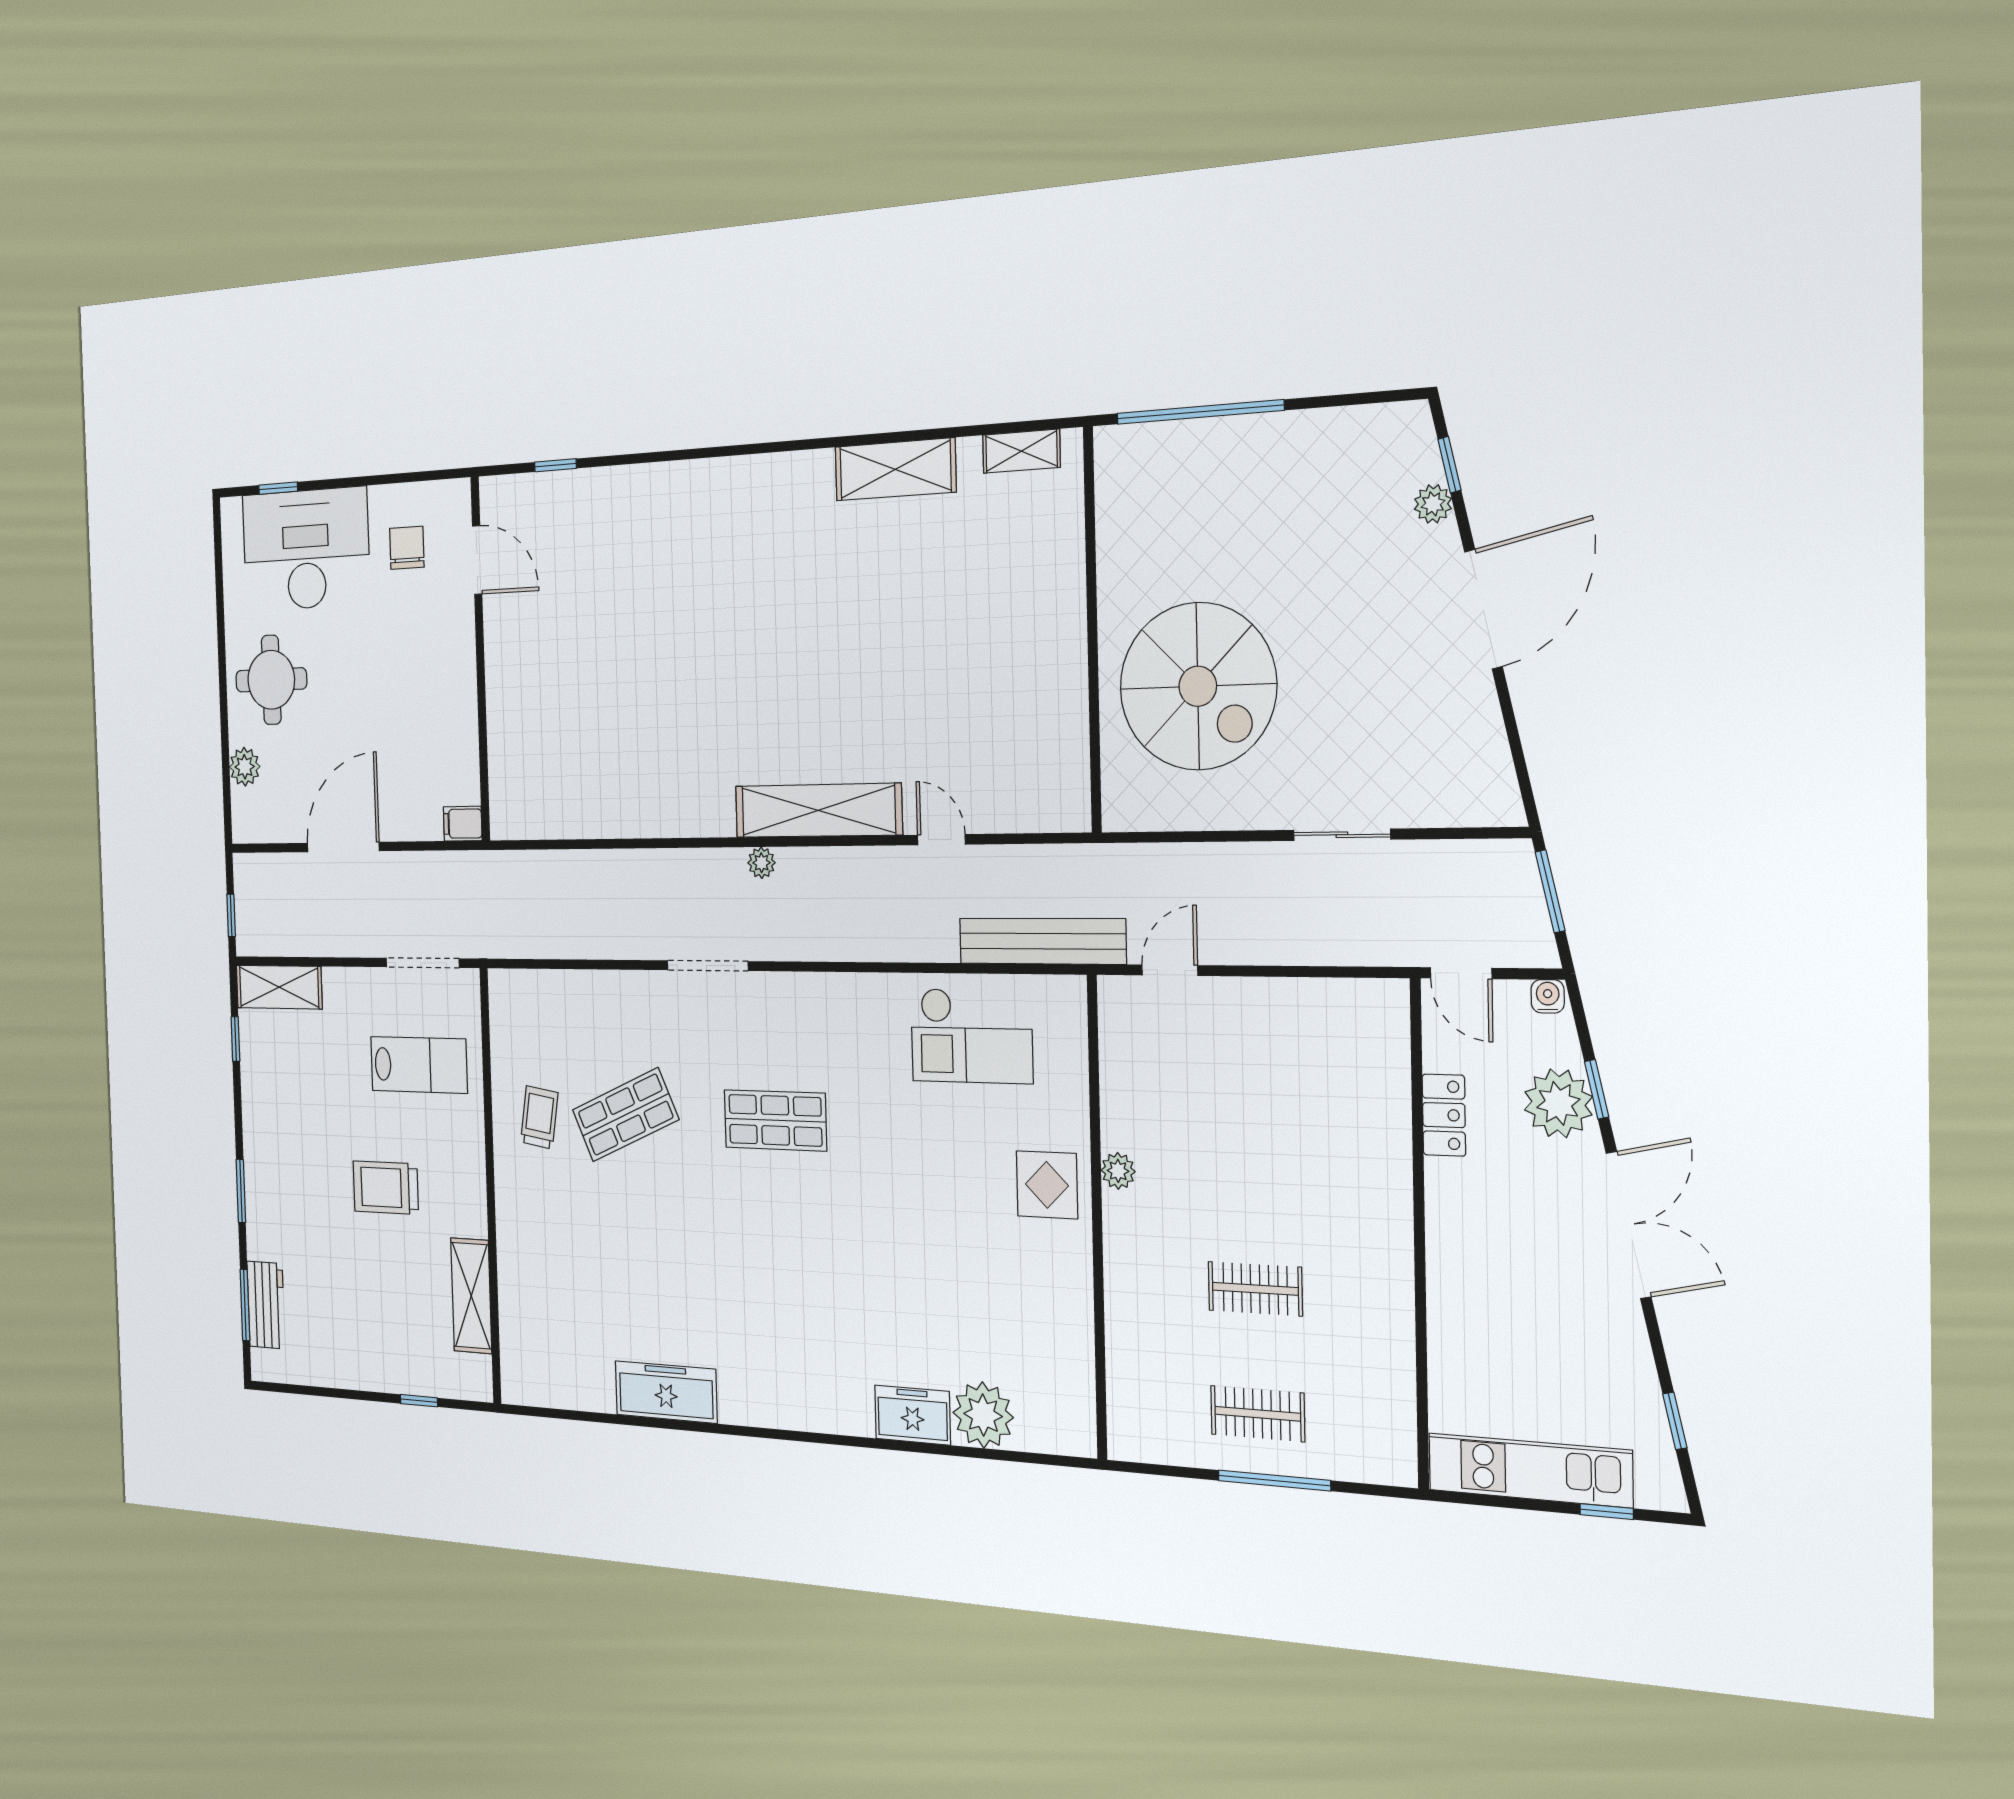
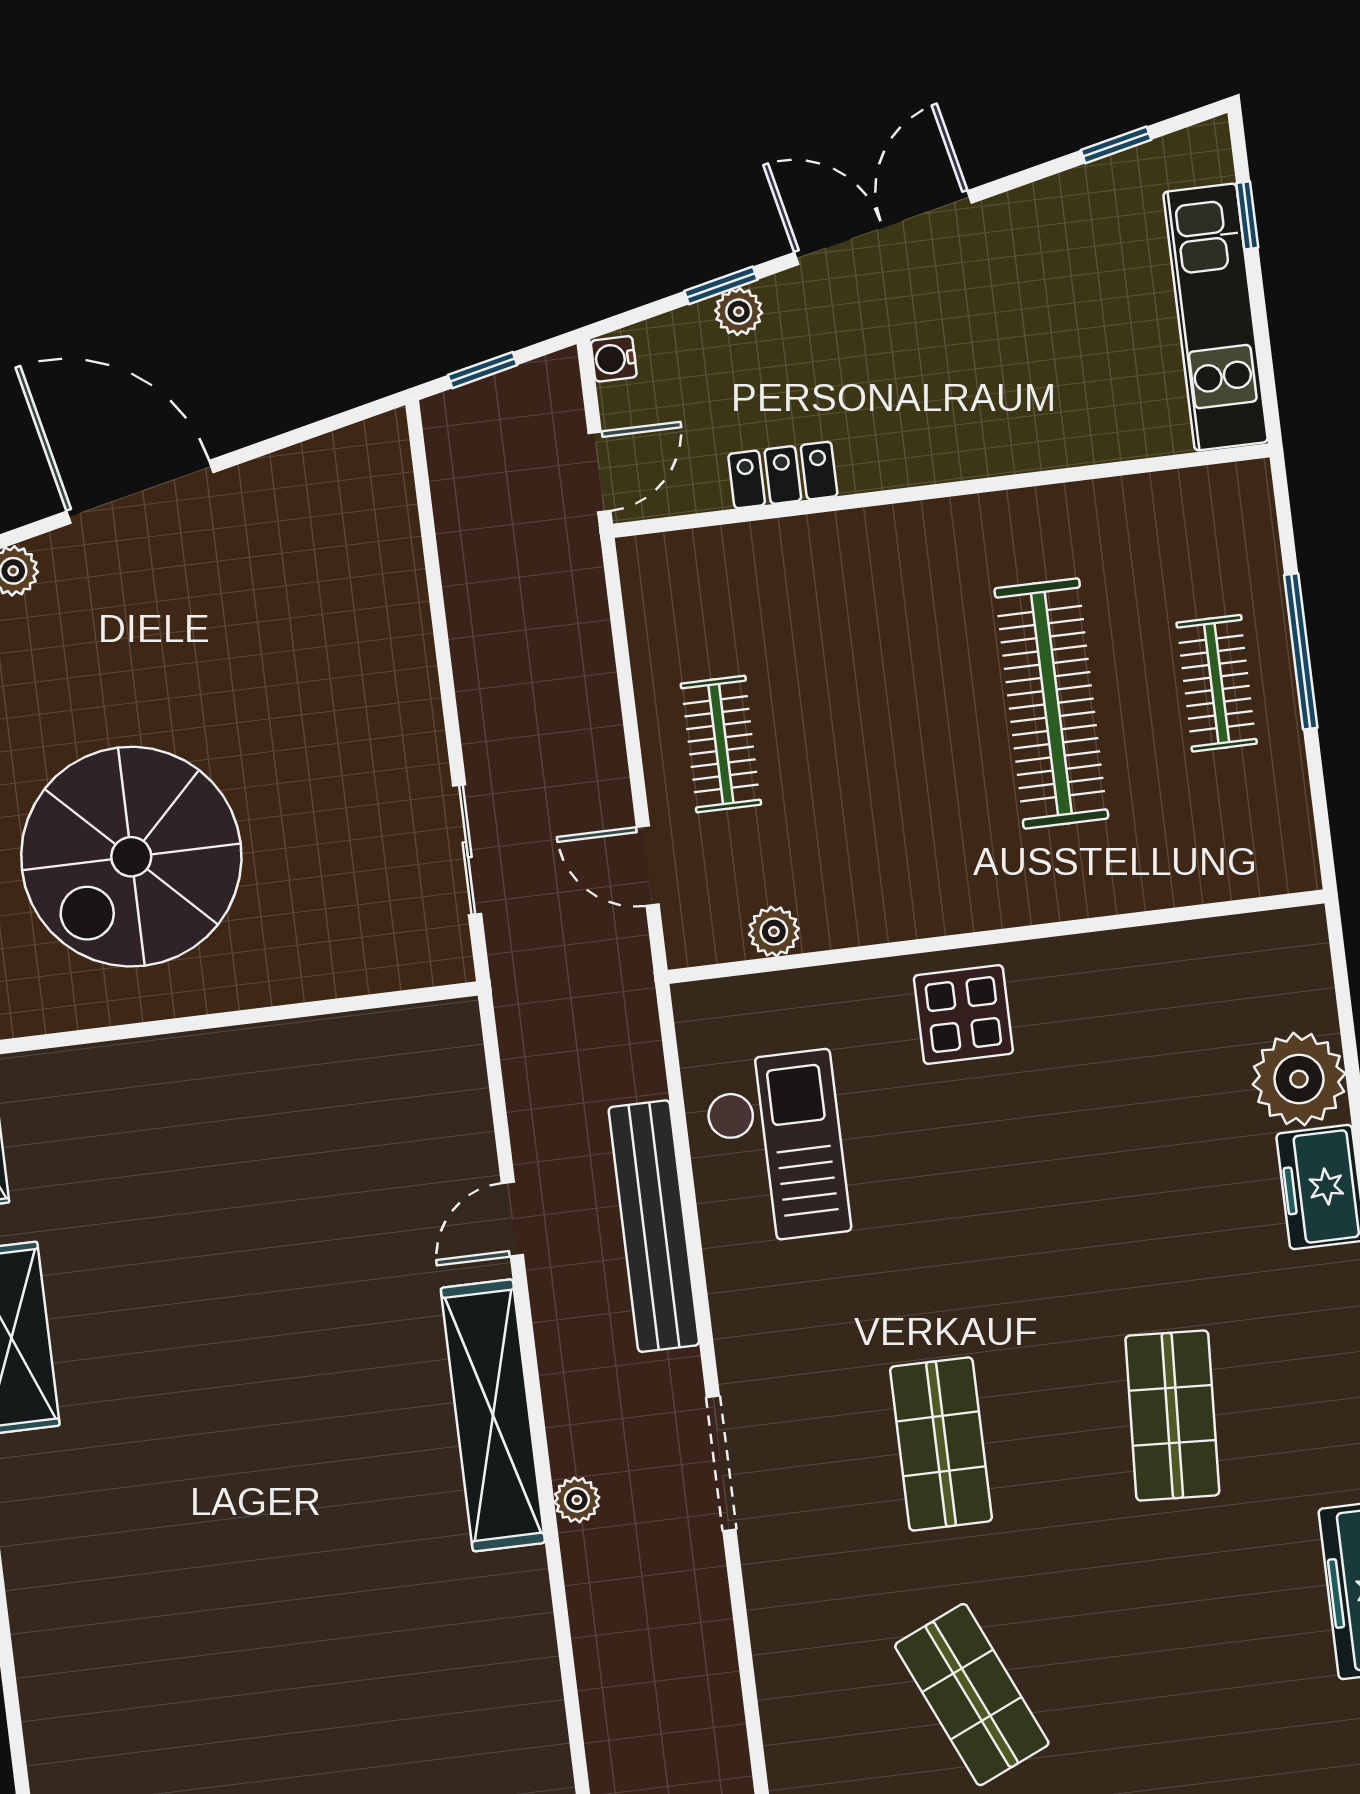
spiral stairs: (1198, 686) -> (131, 857), moved, turned 180
sliding door: (1342, 835) -> (467, 850), moved
window: (1550, 891) -> (483, 370), width x0.67
bench: (1042, 941) -> (654, 1226), moved
doorway: (708, 966) -> (721, 1463), moved
clothes rail: (1250, 1037) -> (721, 744), added
plant: (1558, 1103) -> (739, 312), width x0.53, depth x0.53
plant: (1118, 1171) -> (774, 932), moved
shop shelf: (780, 1282) -> (1172, 1416), added
clothes rail: (1255, 1289) -> (1051, 703), width x1.86, depth x1.31

